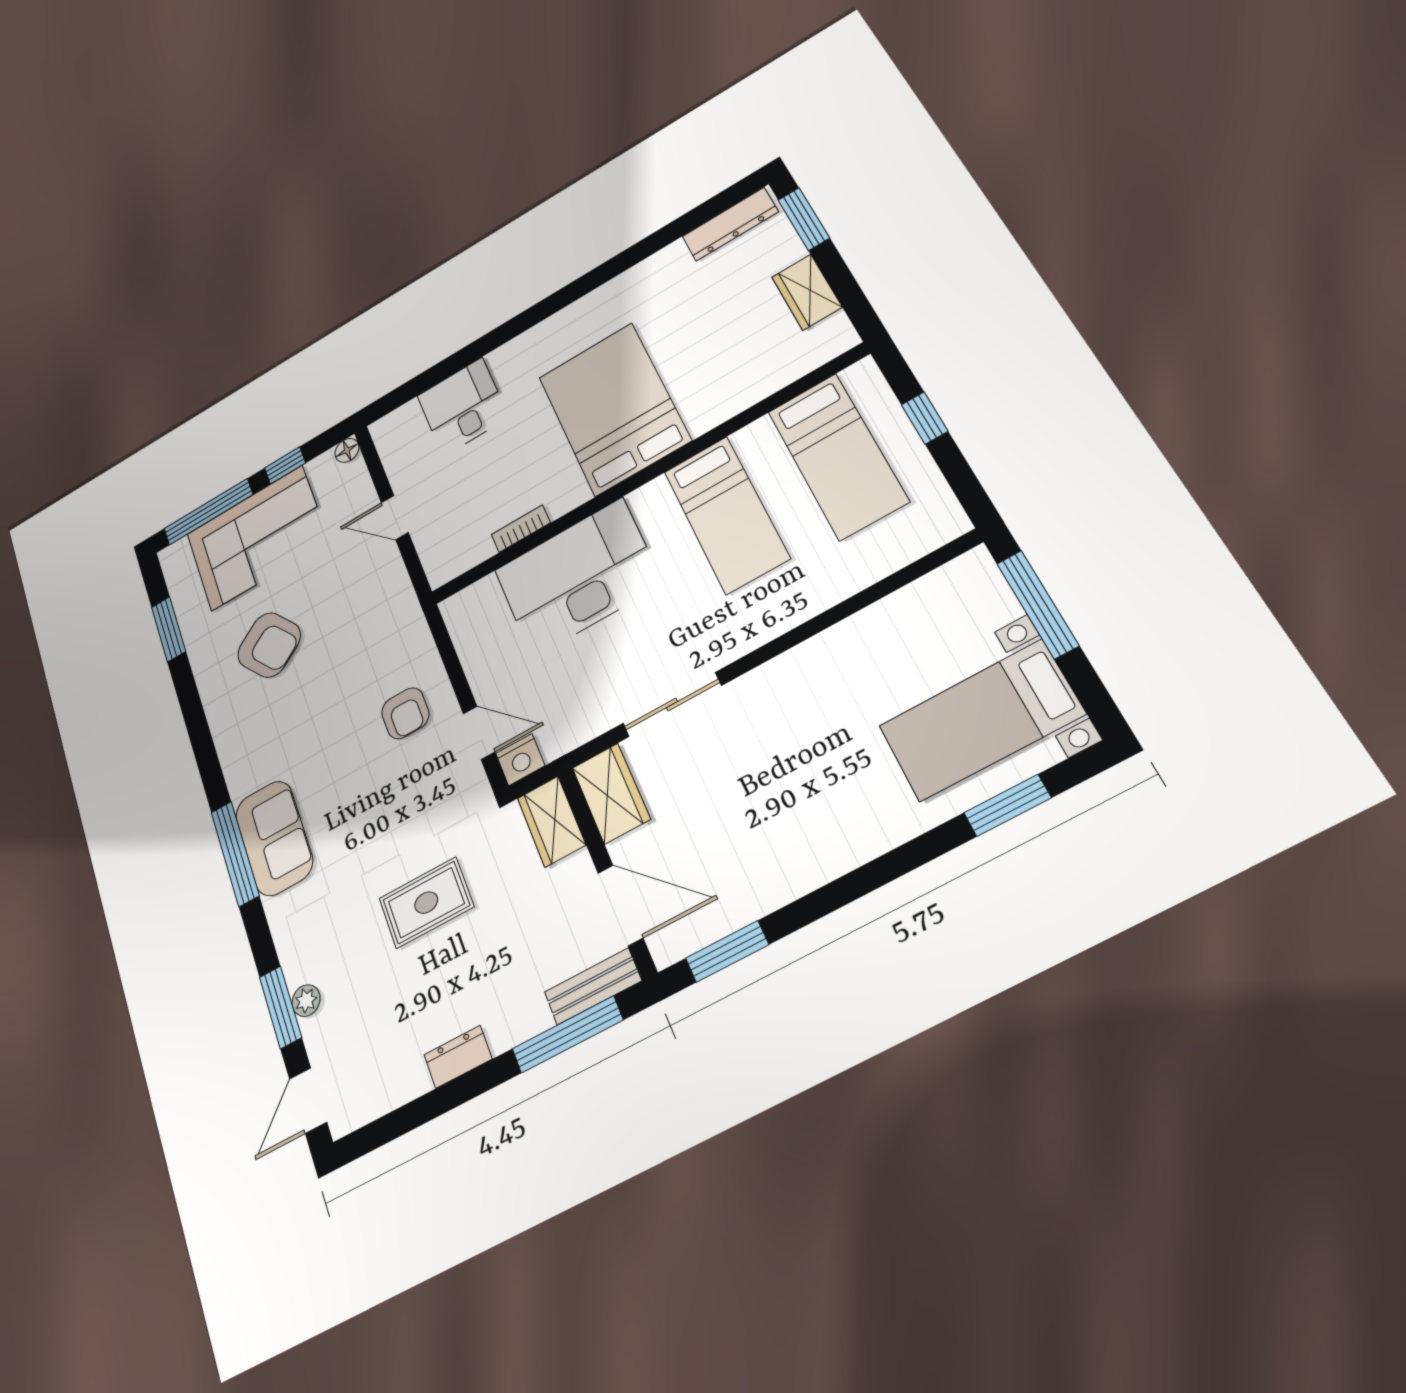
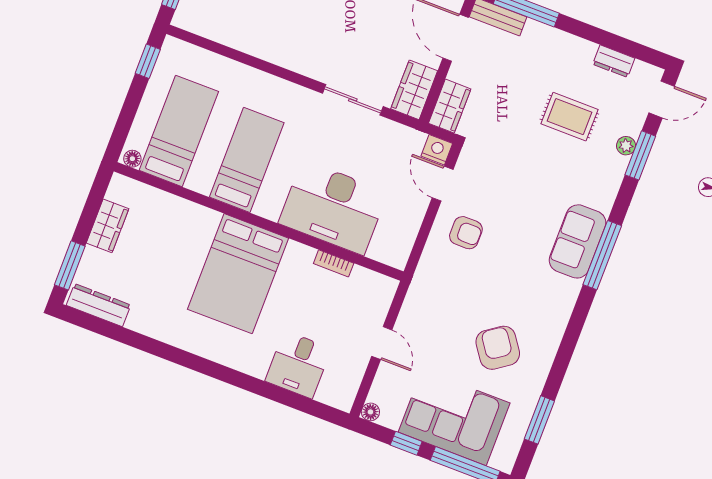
floor lamp: (857, 375) -> (132, 159), added
window: (925, 418) -> (148, 61), moved
armchair: (405, 713) -> (466, 233), turned 90
rug: (426, 903) -> (570, 117), moved
dresser: (458, 1057) -> (614, 61), moved

